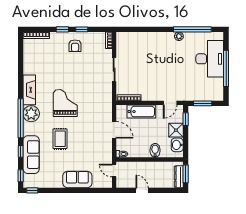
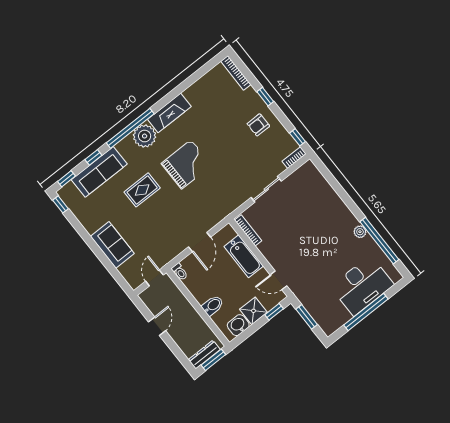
window: (82, 29) -> (298, 137), moved

